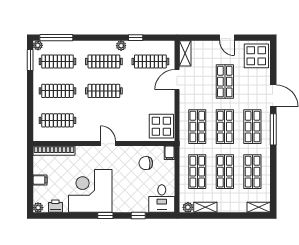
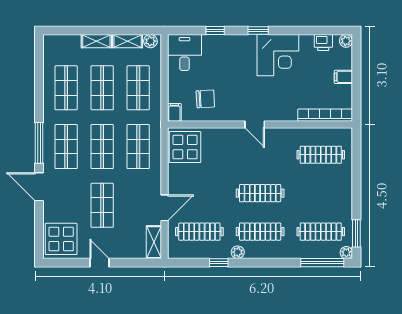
clothes rail: (57, 91) -> (321, 193), removed
corner desk: (90, 191) -> (278, 55), width x0.74, depth x0.74
shelving: (259, 207) -> (96, 41), moved

